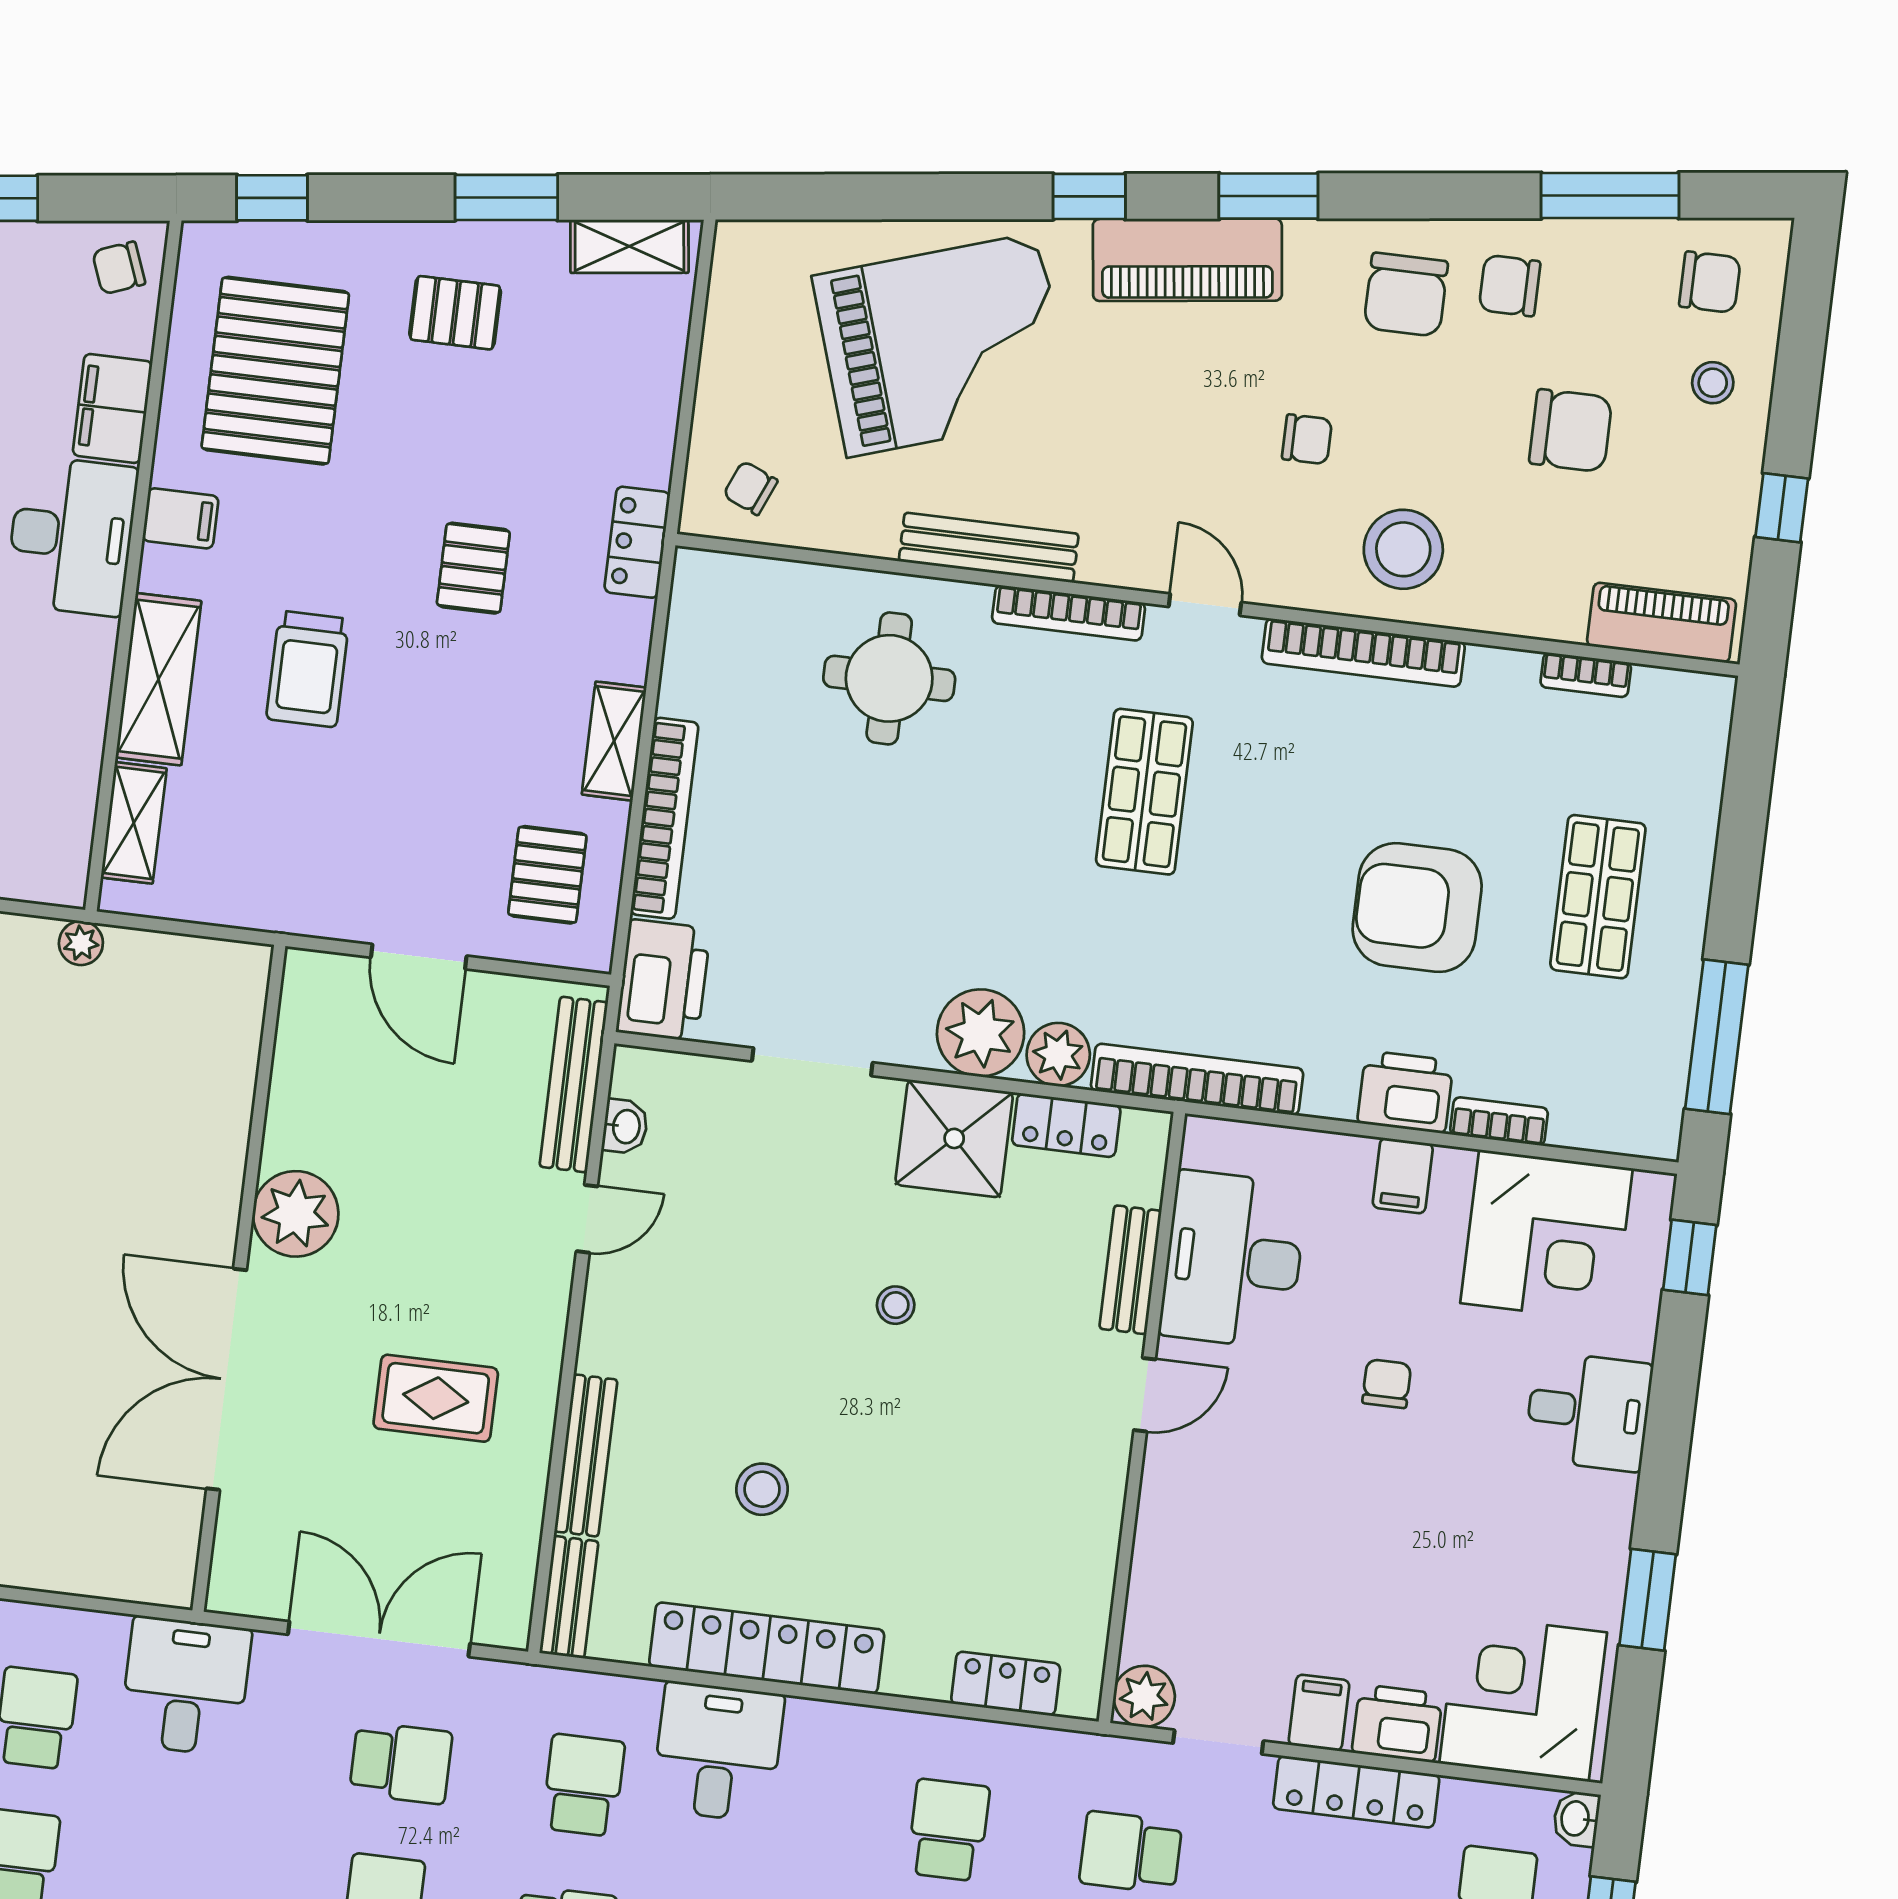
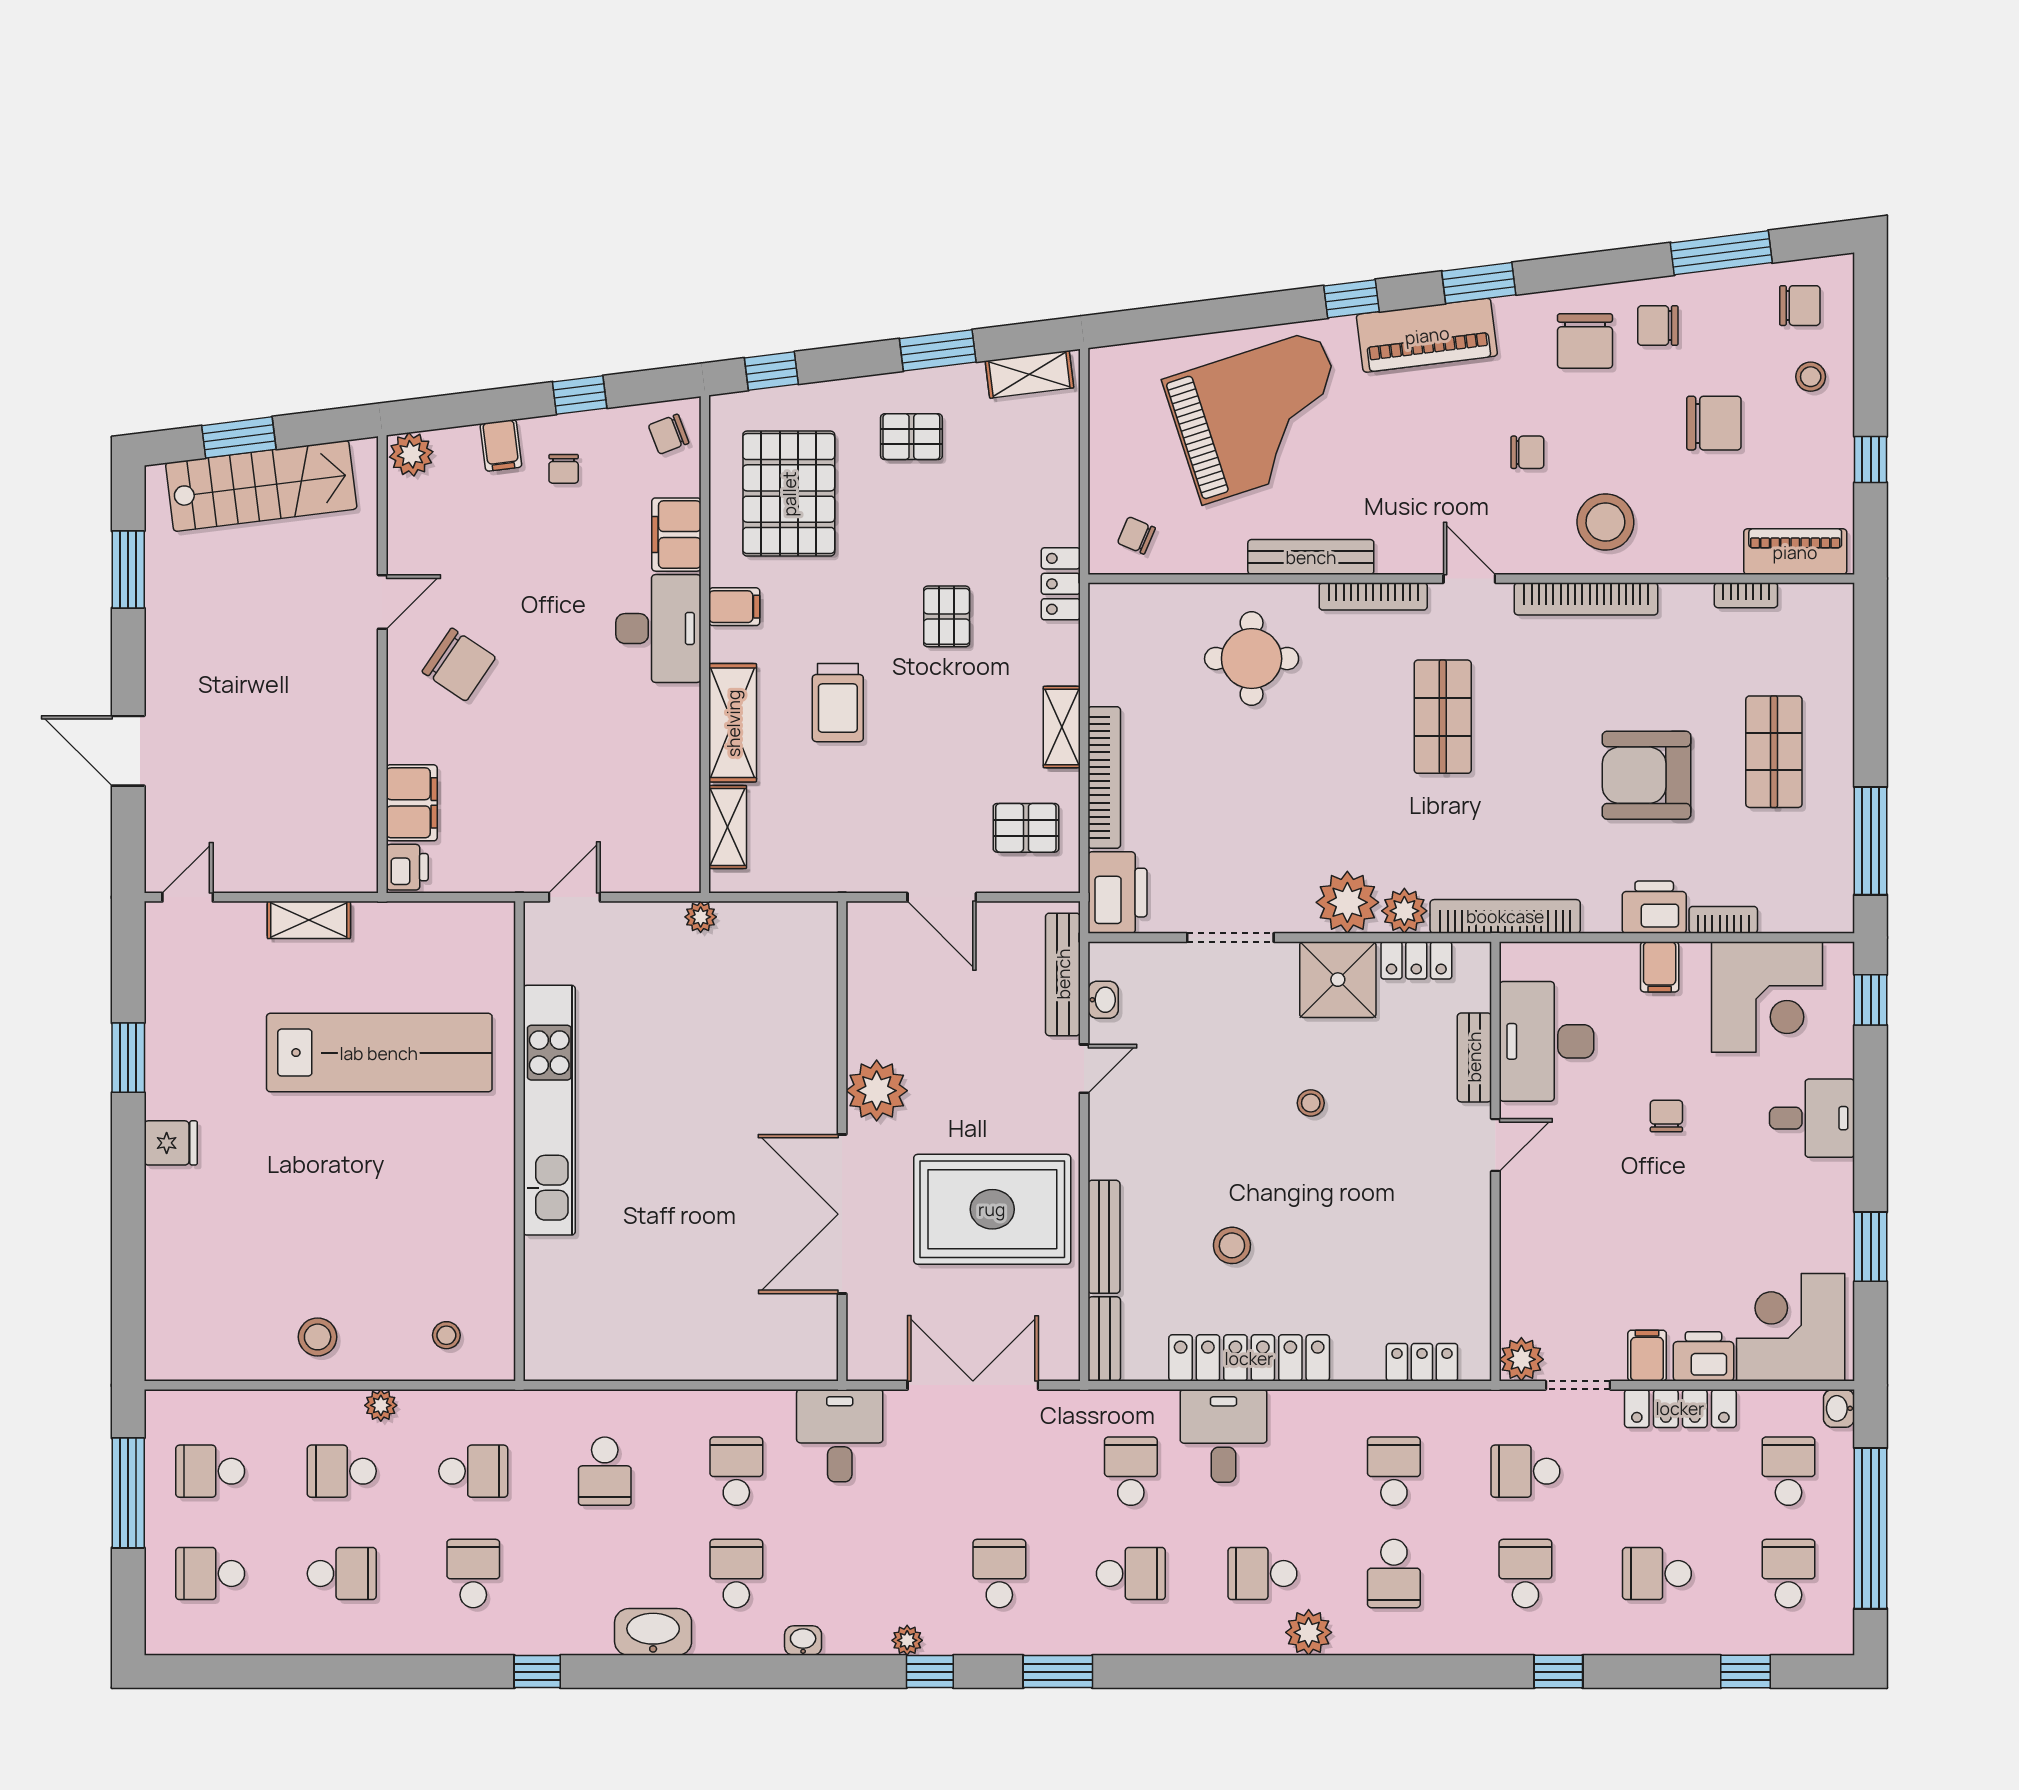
pallet: (547, 875) -> (1026, 828), turned 90
rug: (436, 1398) -> (992, 1209), width x1.86, depth x2.06
school desk: (401, 1763) -> (999, 1471), removed

